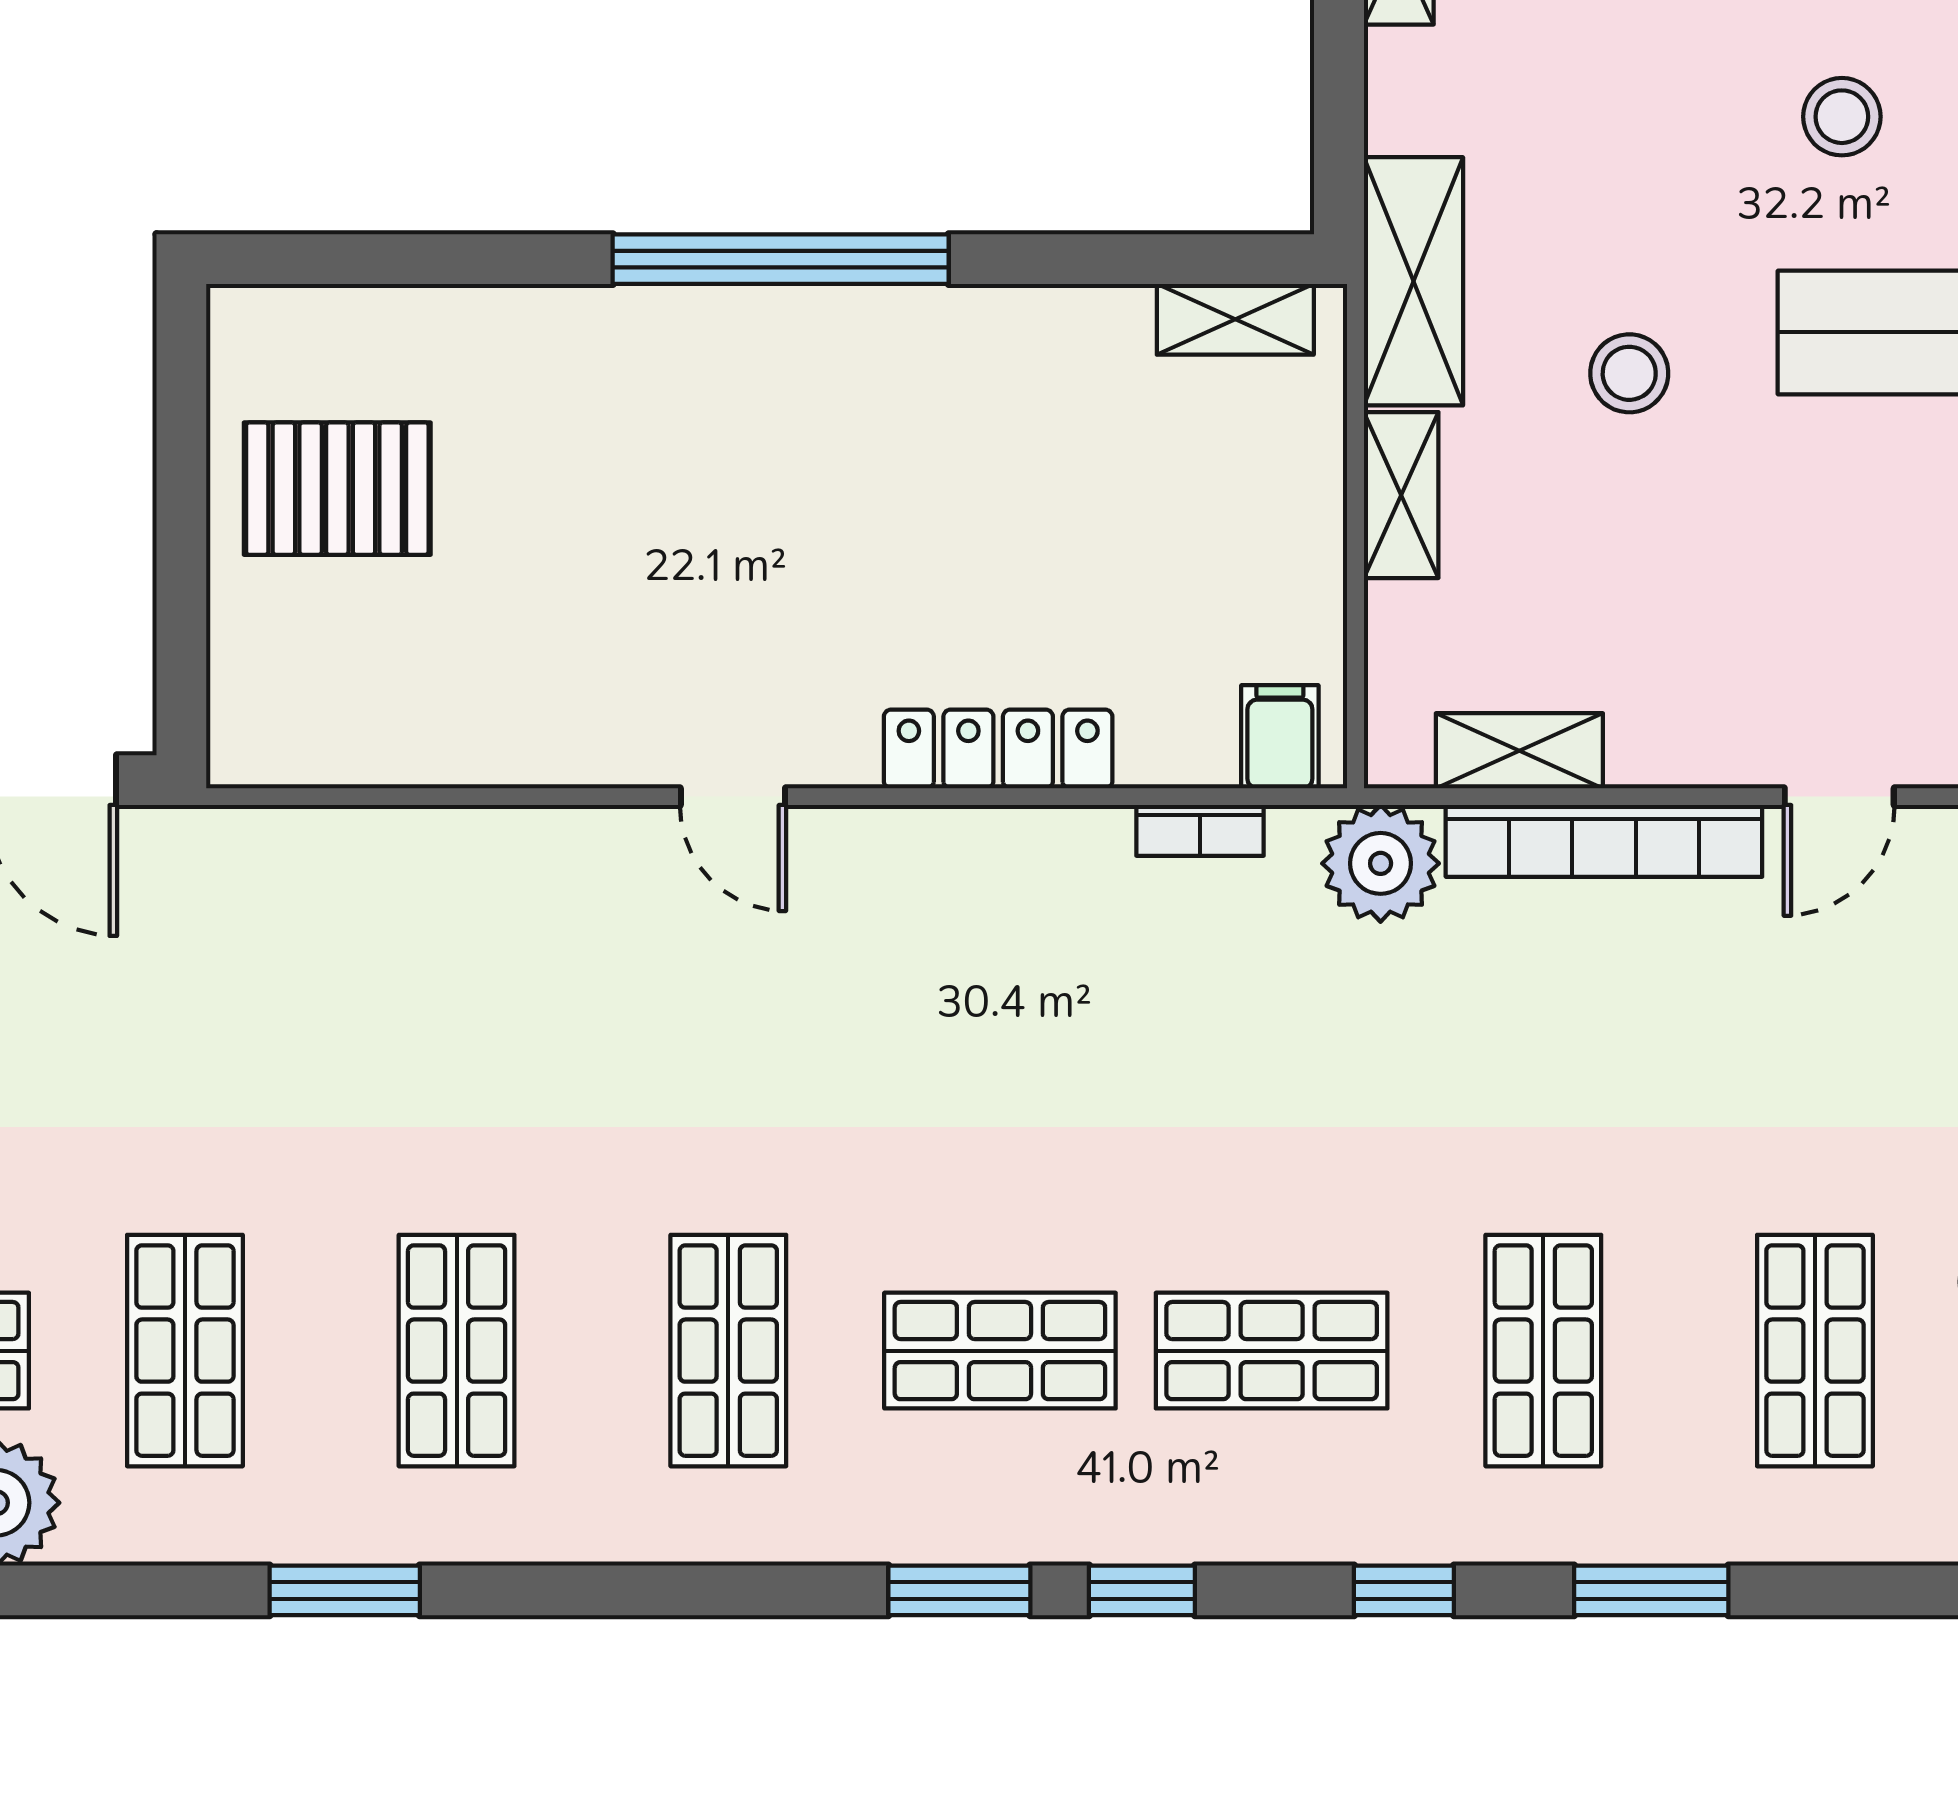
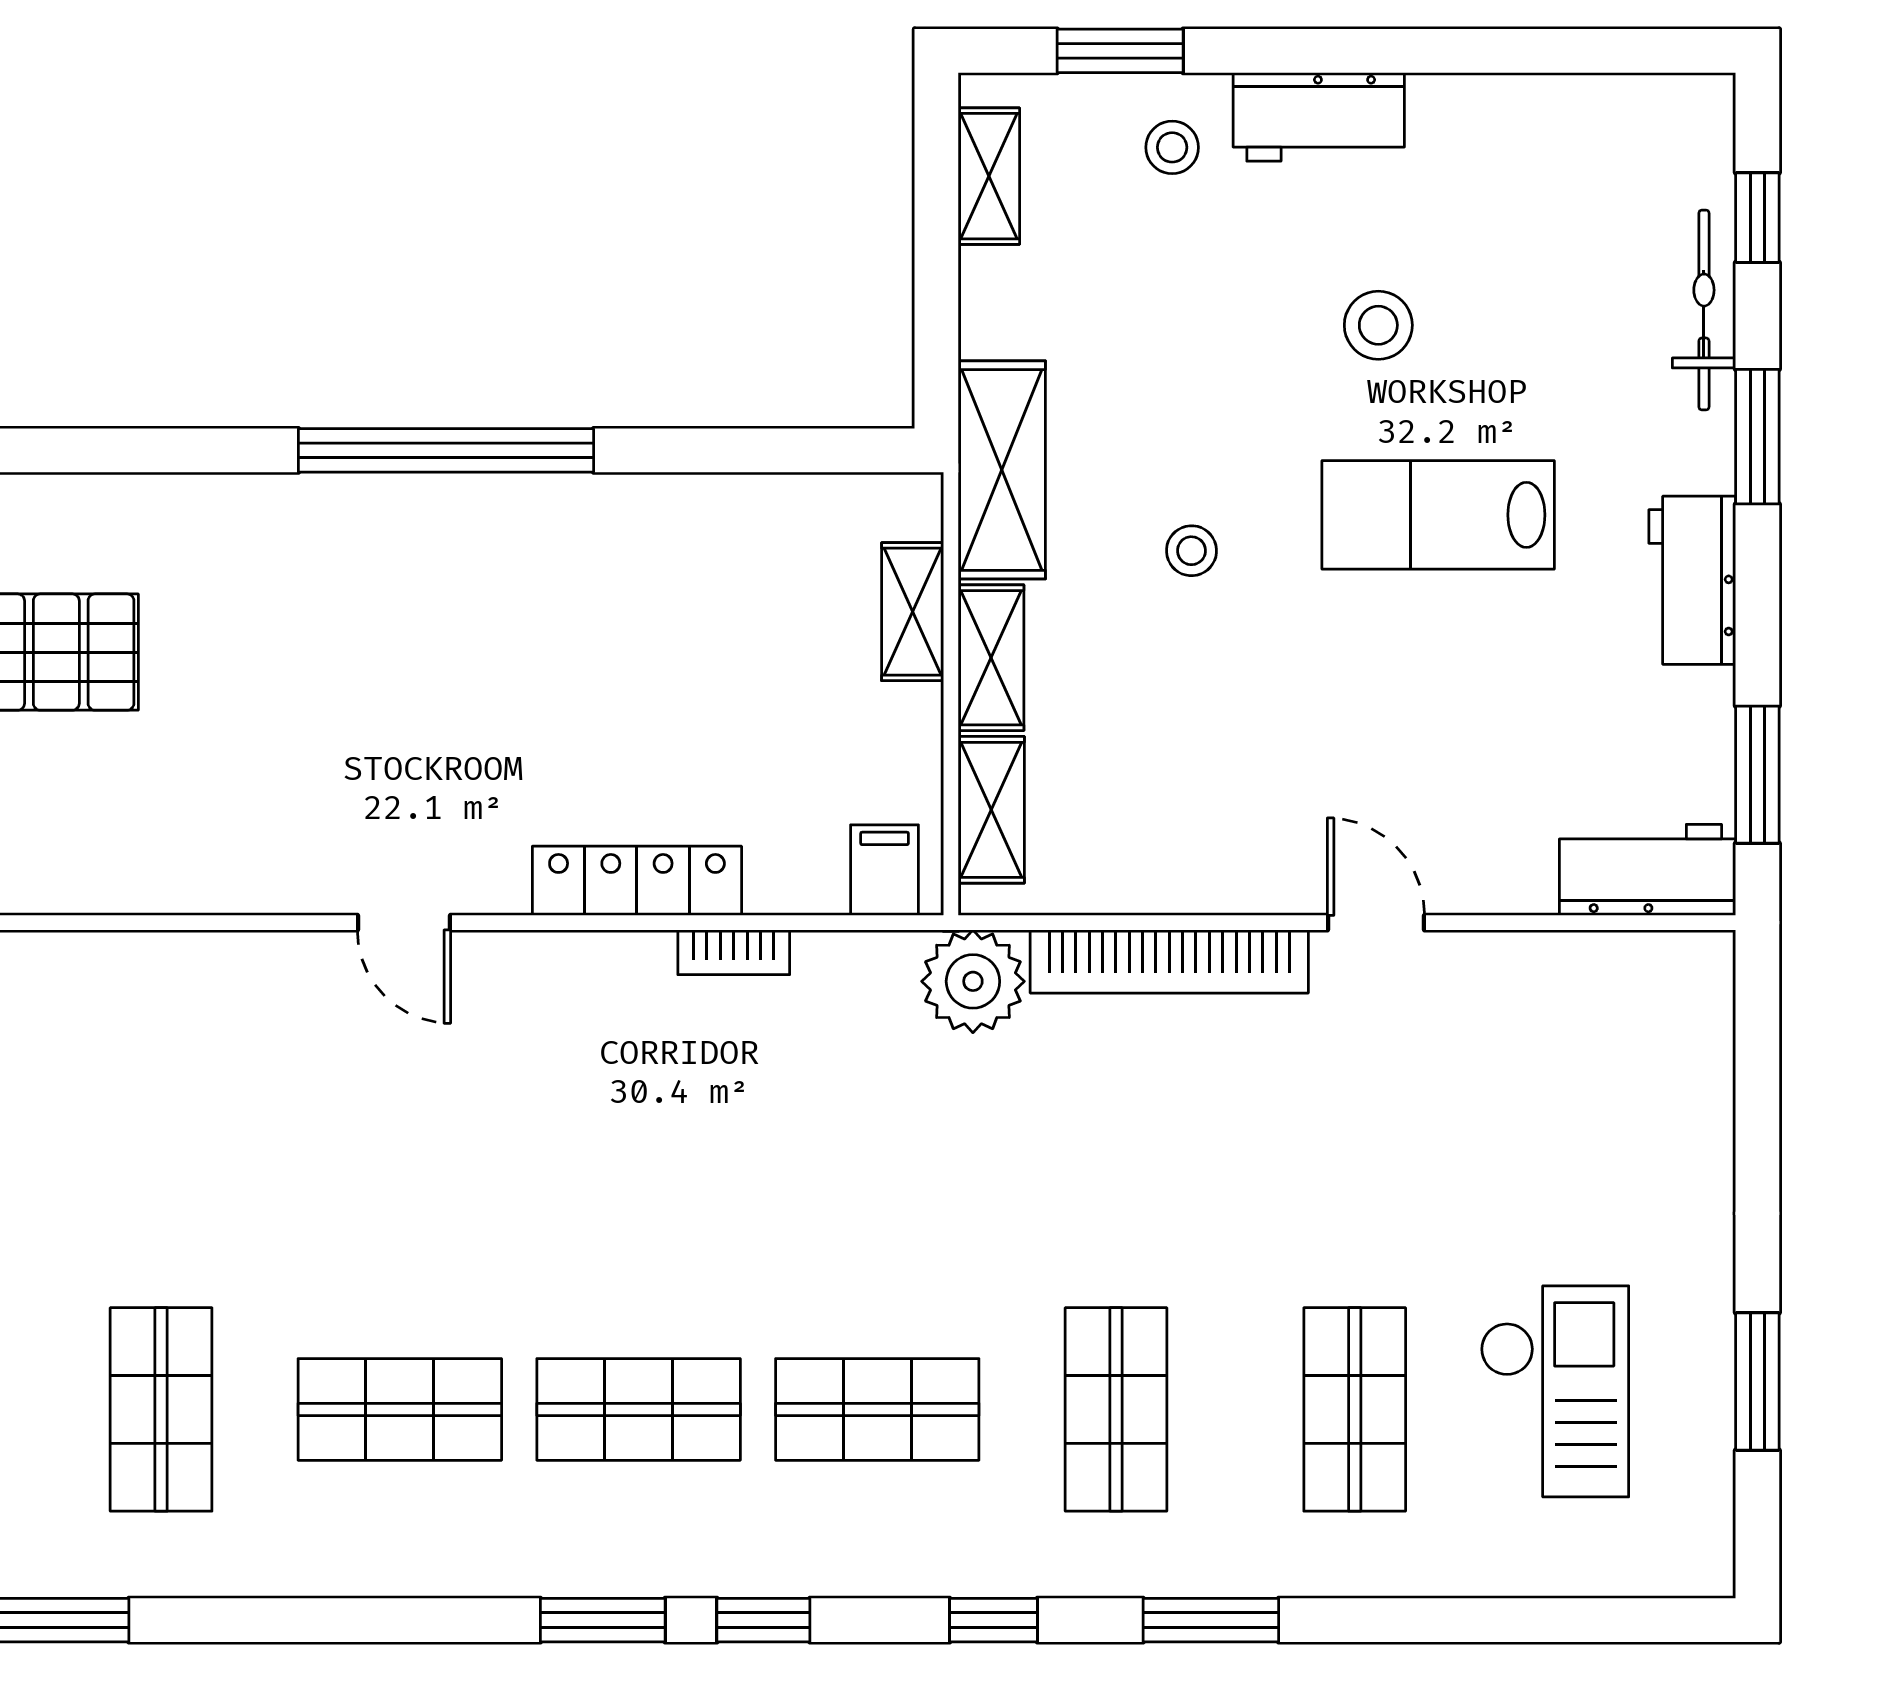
shelving: (1235, 319) -> (913, 612), moved, turned 90
stool: (1629, 373) -> (1191, 551), width x0.73, depth x0.73
shelving: (1519, 751) -> (991, 810), moved, turned 90
door: (1839, 797) -> (1376, 923), swing flipped
bookcase: (1200, 830) -> (734, 952), moved
shop shelf: (728, 1351) -> (400, 1409), turned 90

